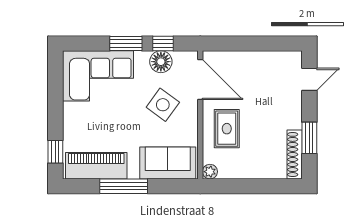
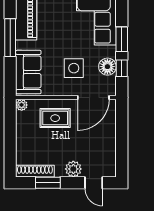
side table: (163, 105) -> (74, 68), turned -36
plant: (292, 105) -> (73, 169), added

